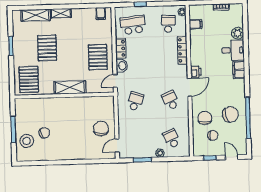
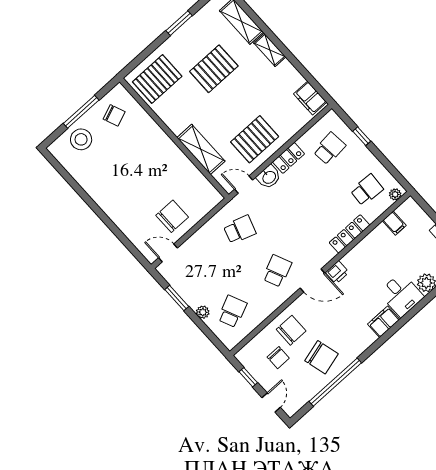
filing cabinet: (101, 13) -> (310, 98), width x2.00
school desk: (133, 25) -> (329, 148), width x0.54
shelving: (70, 88) -> (201, 149), moved
chair: (44, 133) -> (114, 115), moved

